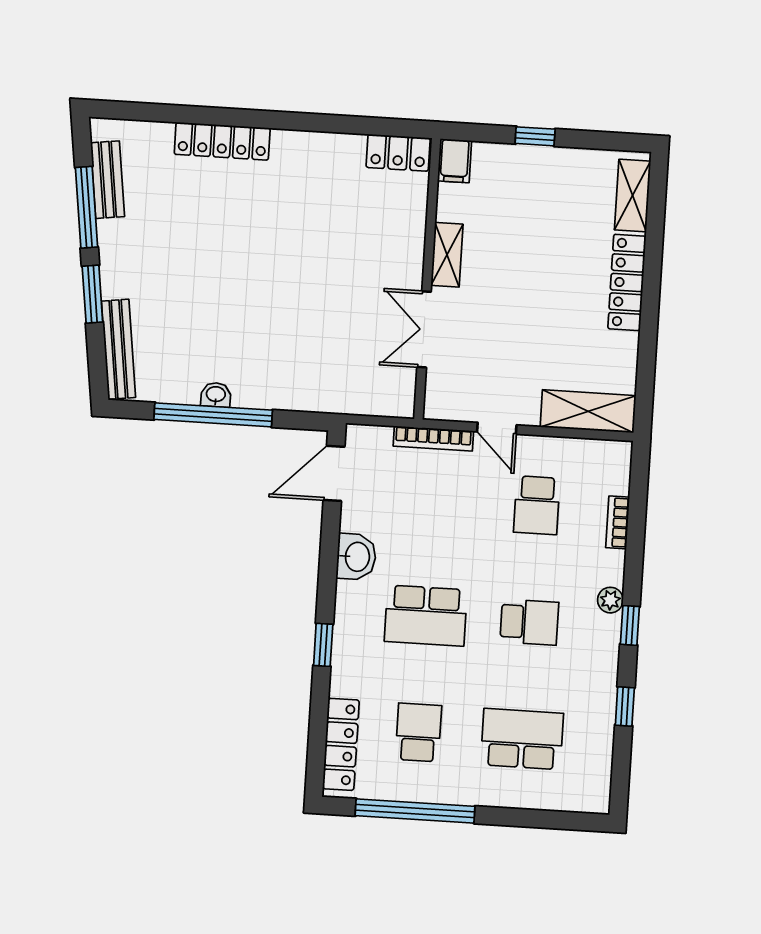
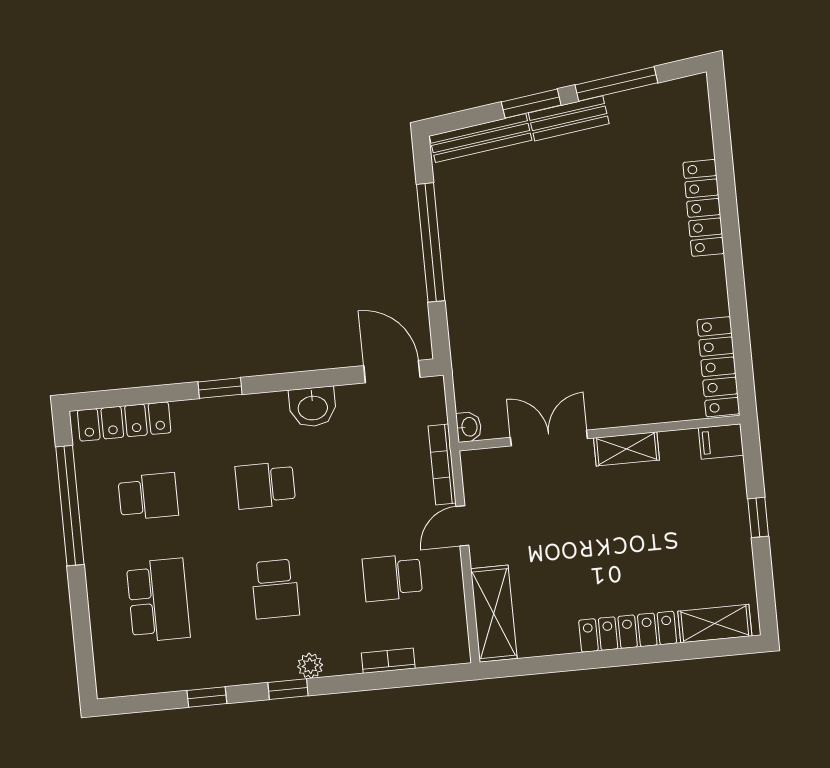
locker: (398, 153) -> (718, 367), width x1.53
bench: (107, 180) -> (569, 118), moved
washbasin: (216, 395) -> (469, 427), moved
school desk: (426, 616) -> (265, 485), width x0.54

